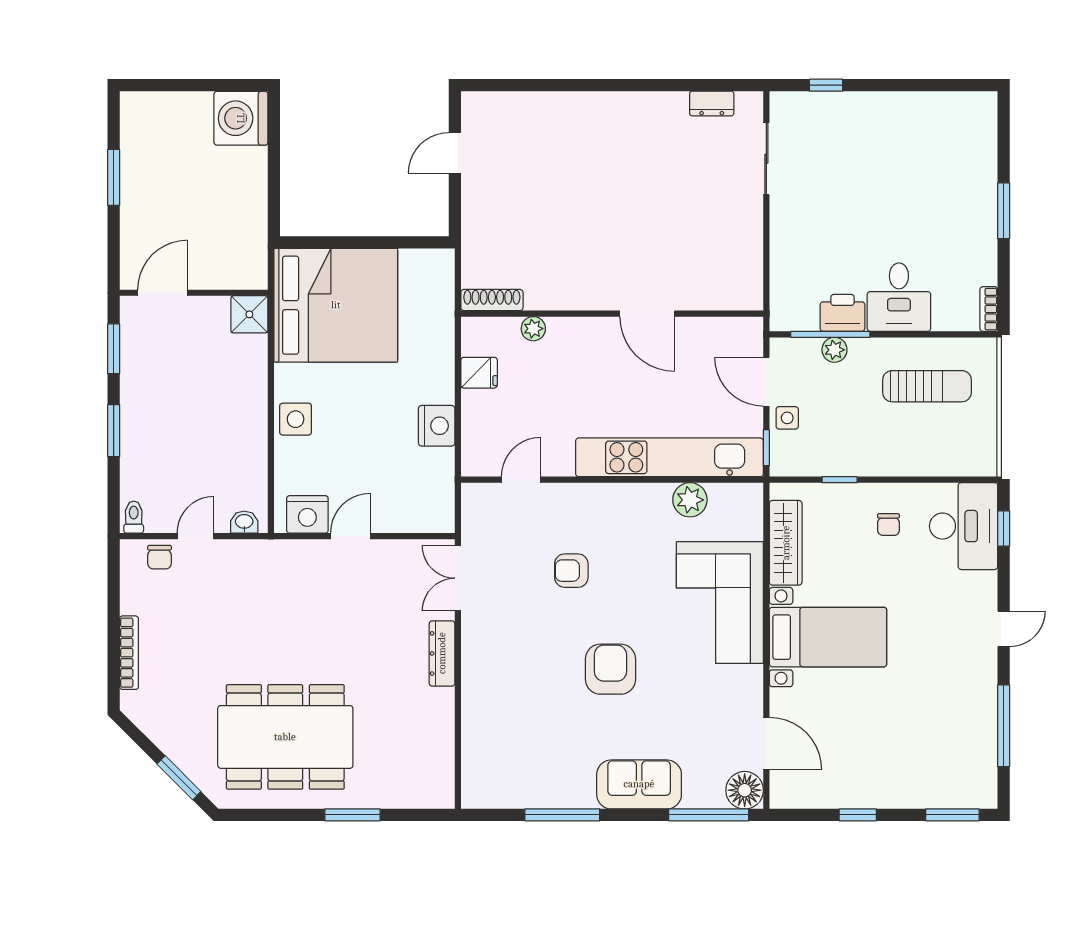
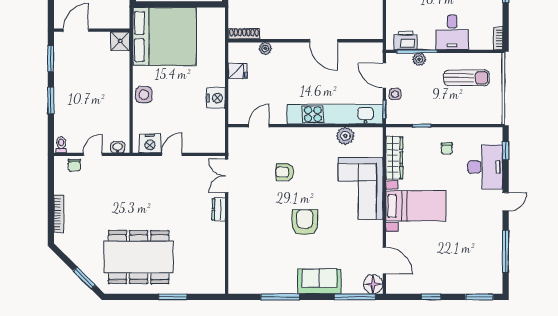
printer: (842, 313) -> (405, 40), moved
desk: (964, 526) -> (485, 167), moved
dresser: (442, 653) -> (219, 209), width x0.70

